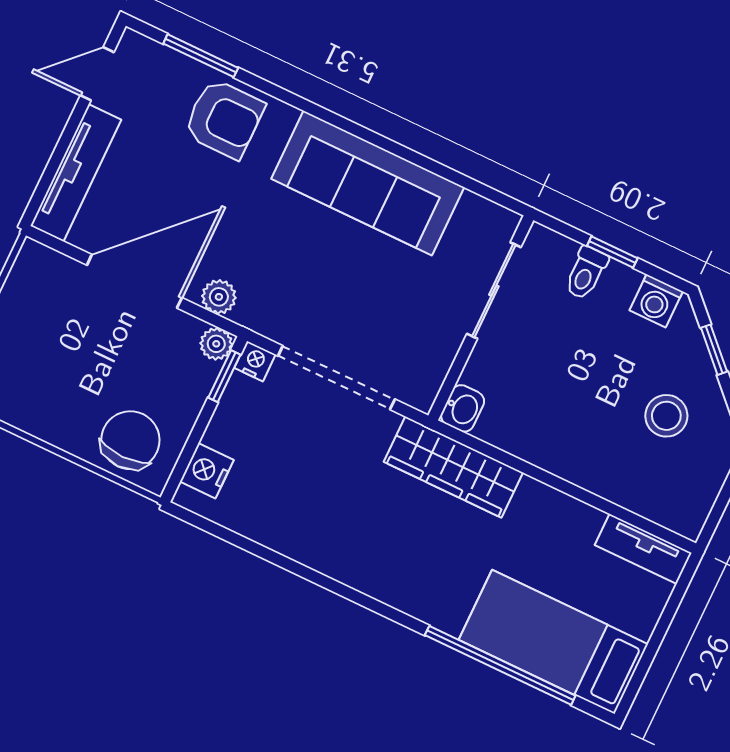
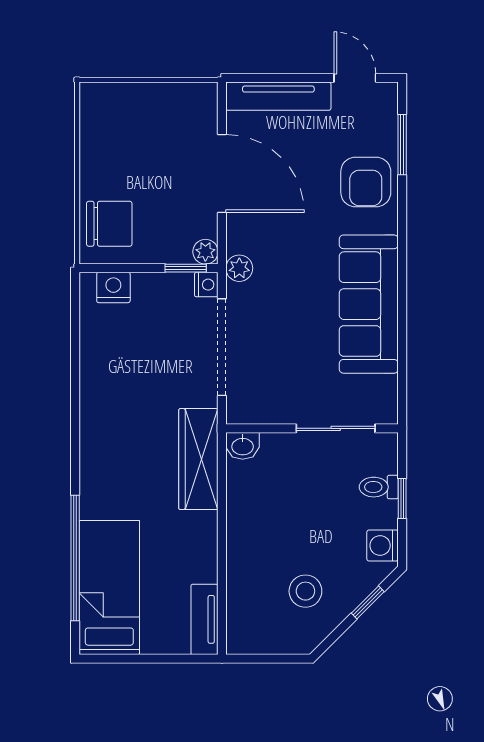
plant: (219, 297) -> (239, 268), moved

